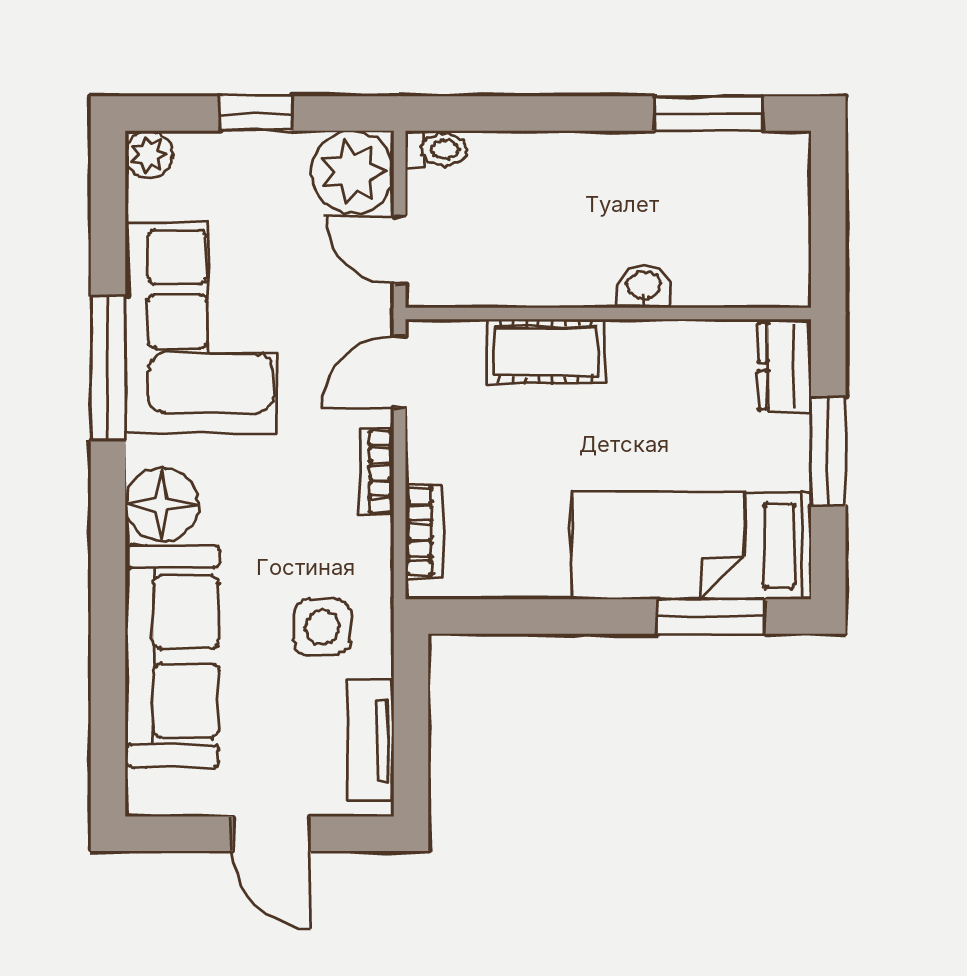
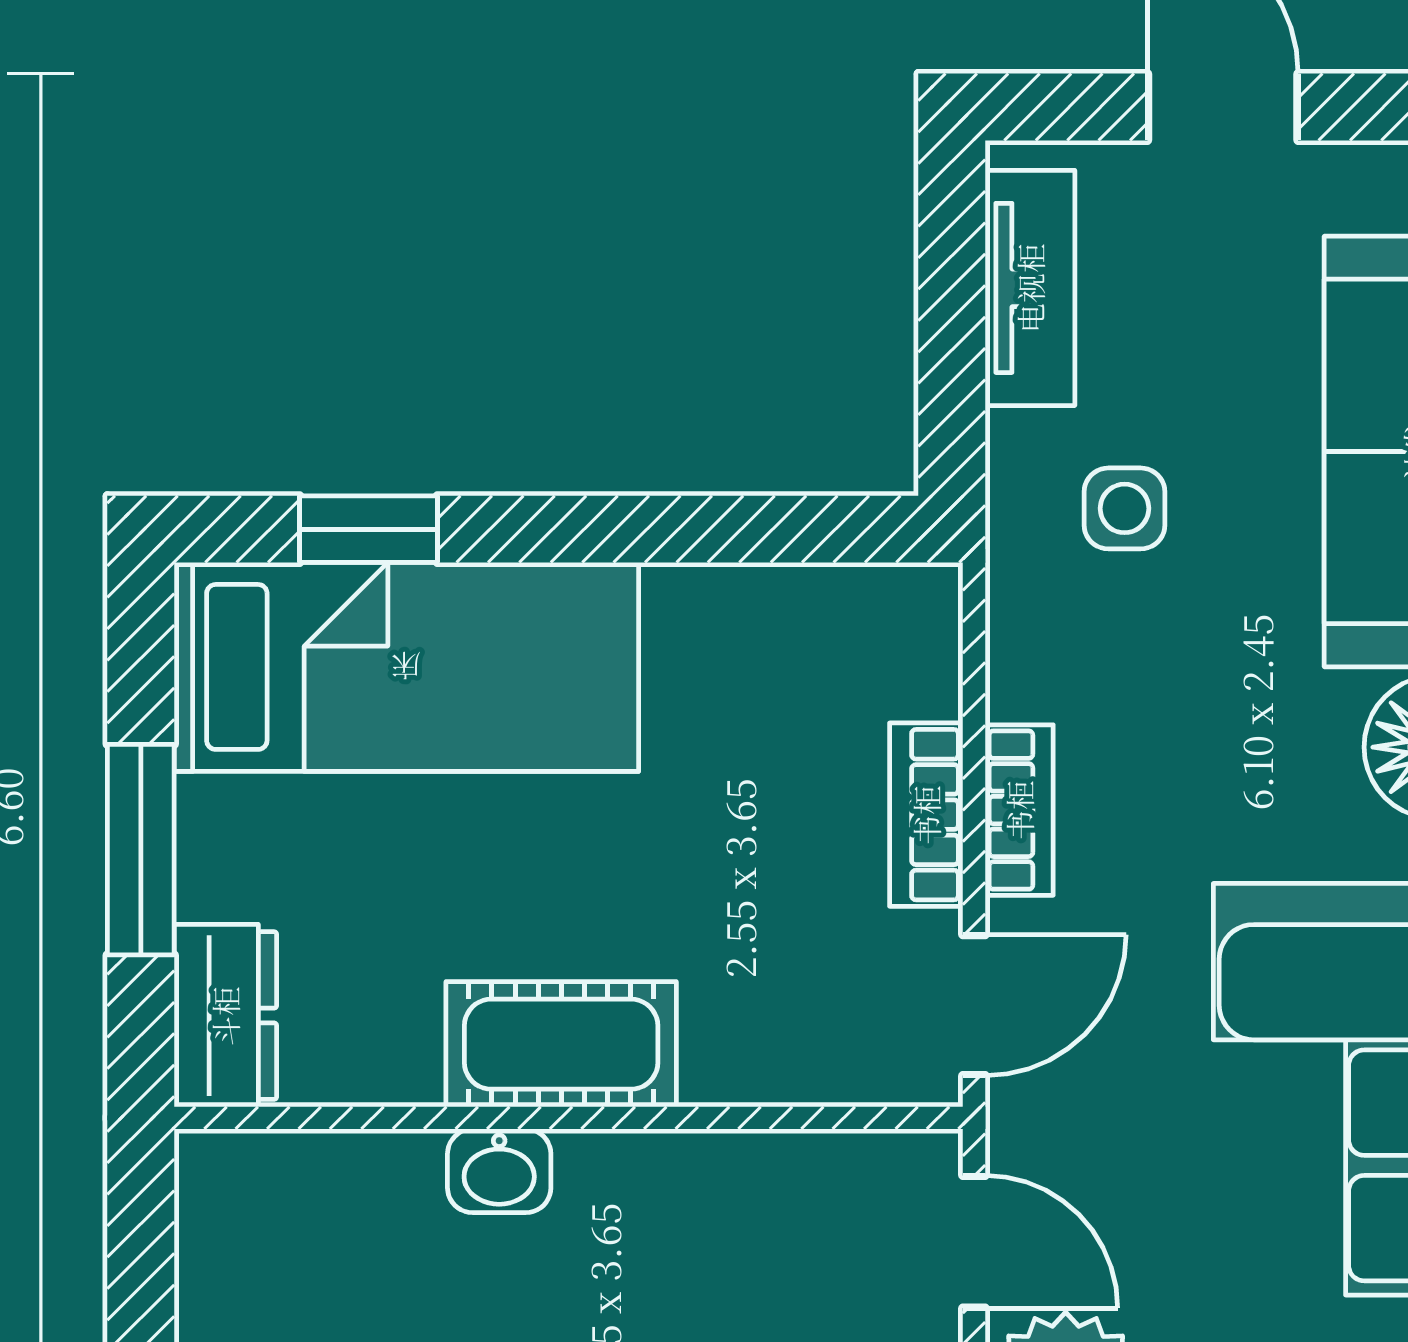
cot: (546, 351) -> (561, 1044), moved
bookcase: (424, 531) -> (926, 815), moved
window: (711, 616) -> (368, 529), width x0.67
side table: (322, 627) -> (1125, 508), width x0.73, depth x0.73

